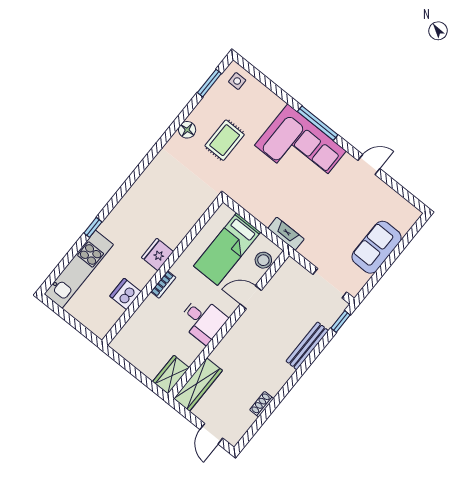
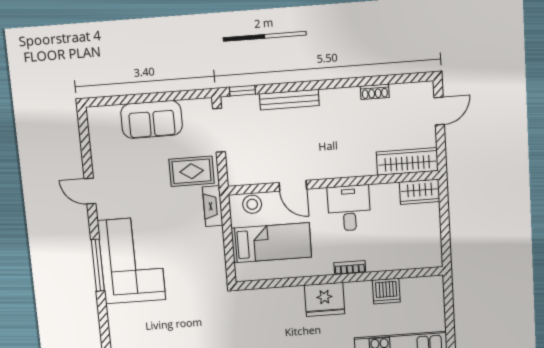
rug: (225, 140) -> (192, 171), moved
fridge: (157, 255) -> (325, 299), width x1.36, depth x1.34

